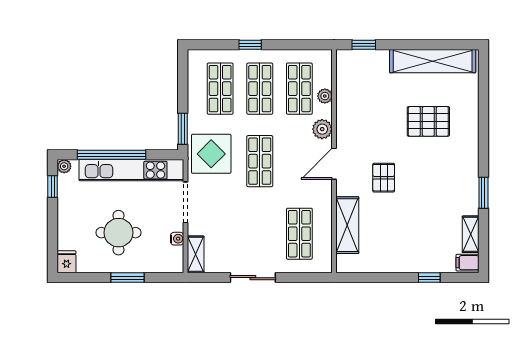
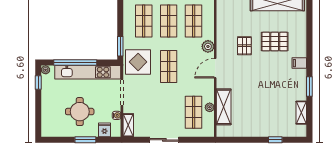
plant: (325, 96) -> (210, 107), moved
pallet: (384, 178) -> (244, 46), moved
fridge: (66, 262) -> (104, 130), moved
filing cabinet: (467, 263) -> (299, 63), moved

